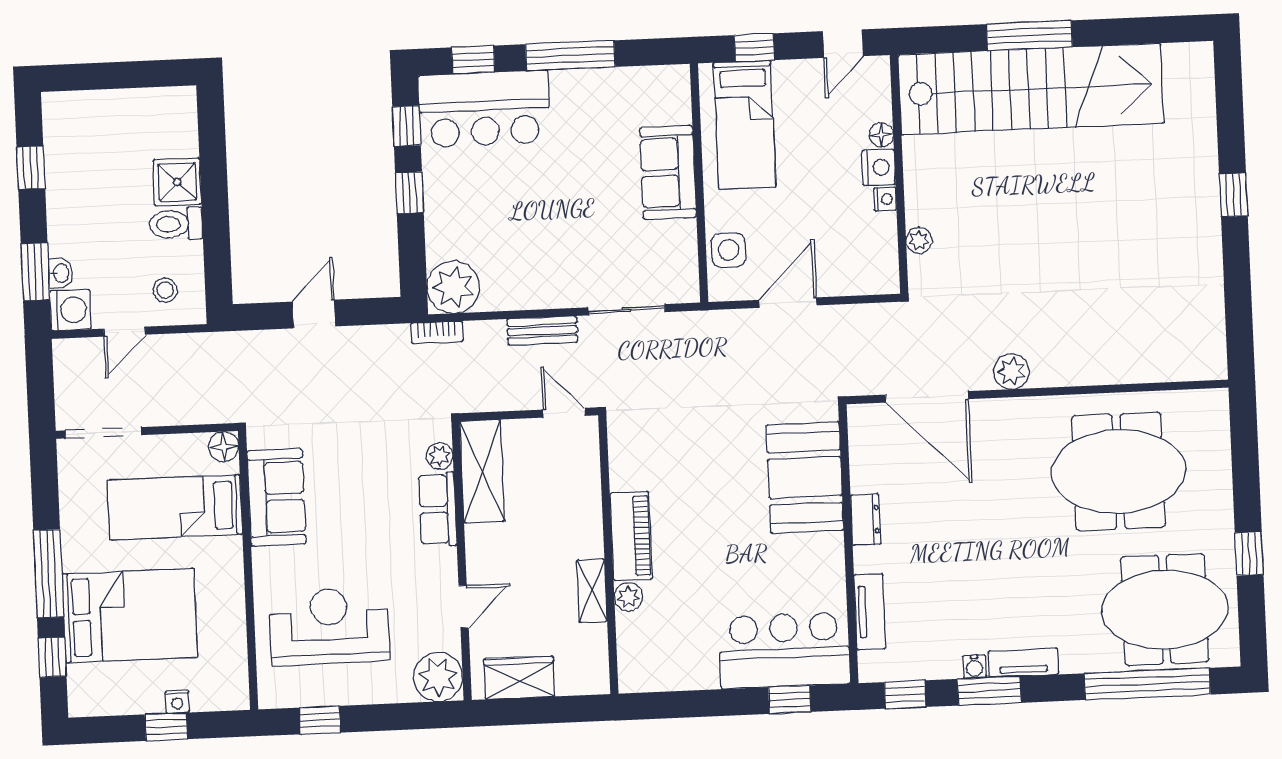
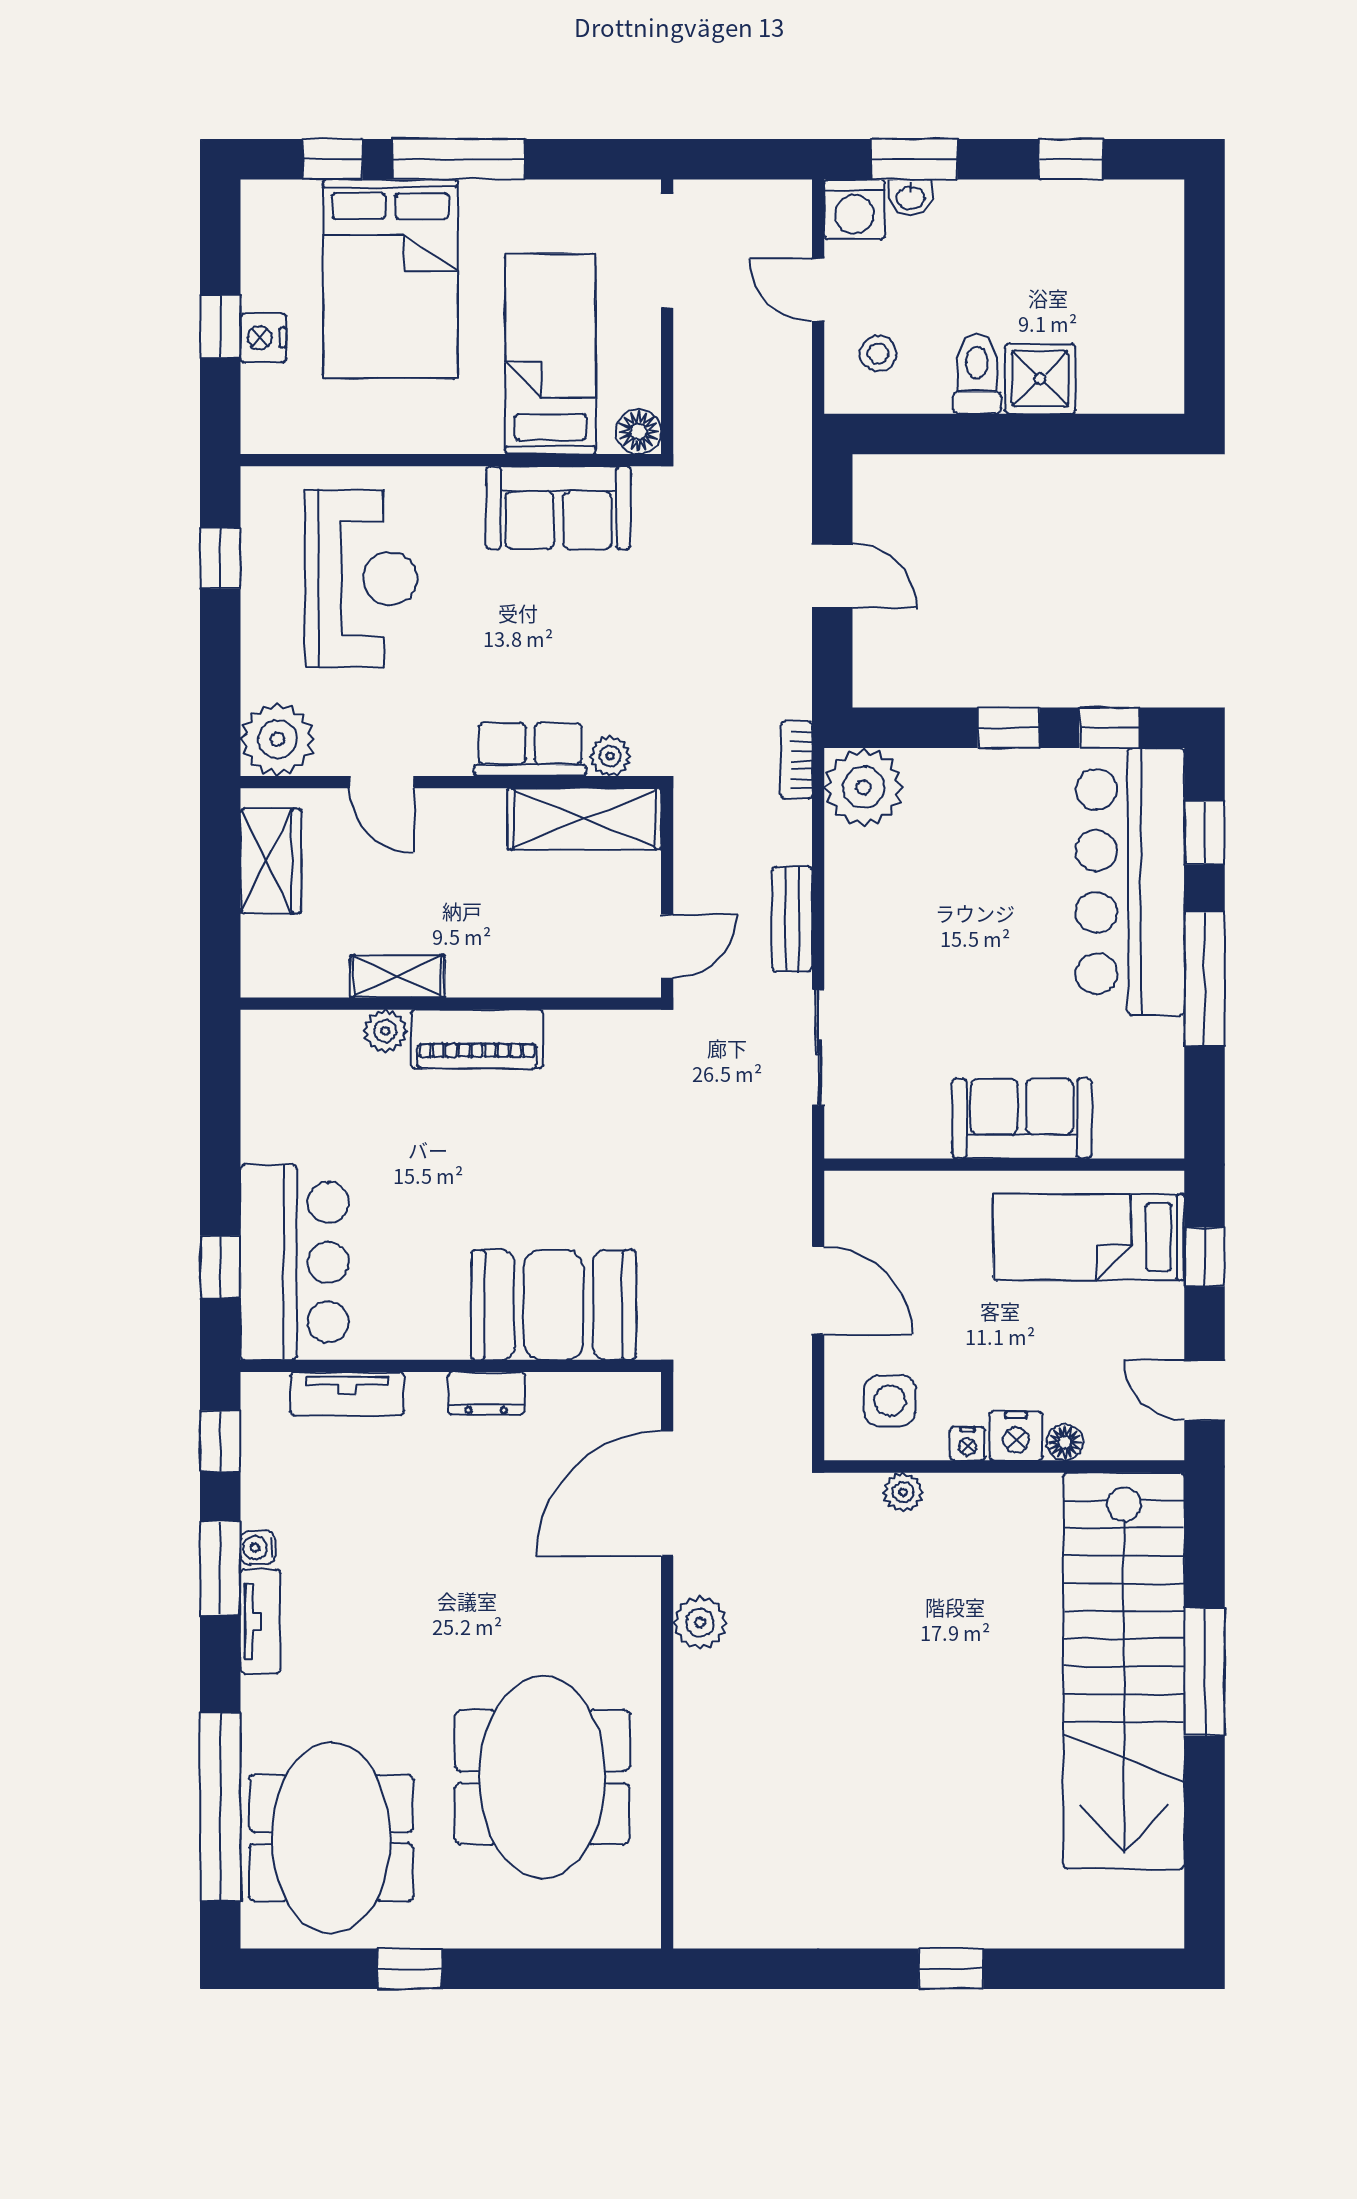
bar counter: (484, 109) -> (1130, 882), width x1.36
side table: (729, 250) -> (890, 1401), moved
nightstand: (177, 702) -> (263, 338), width x1.39, depth x1.35

